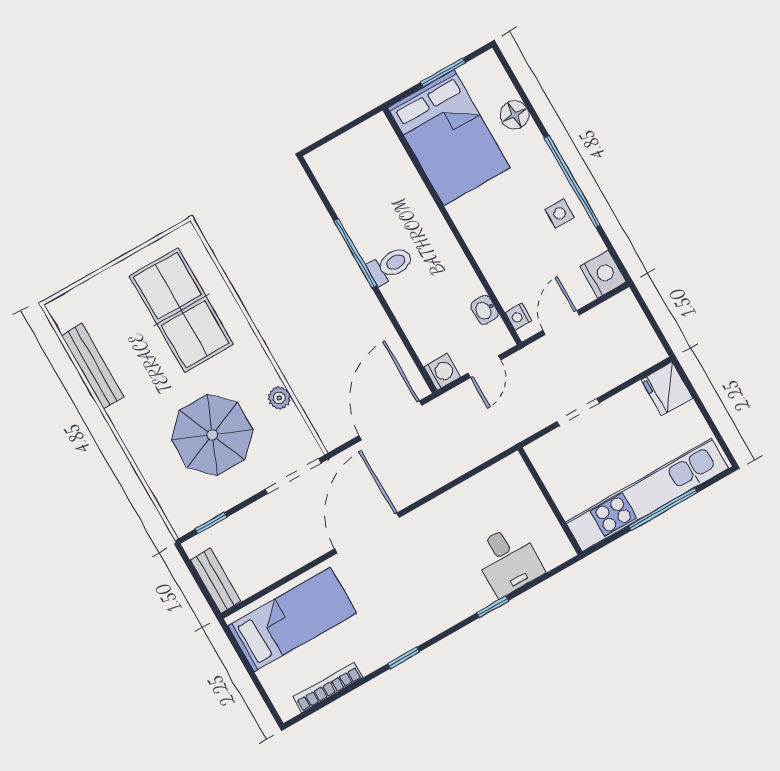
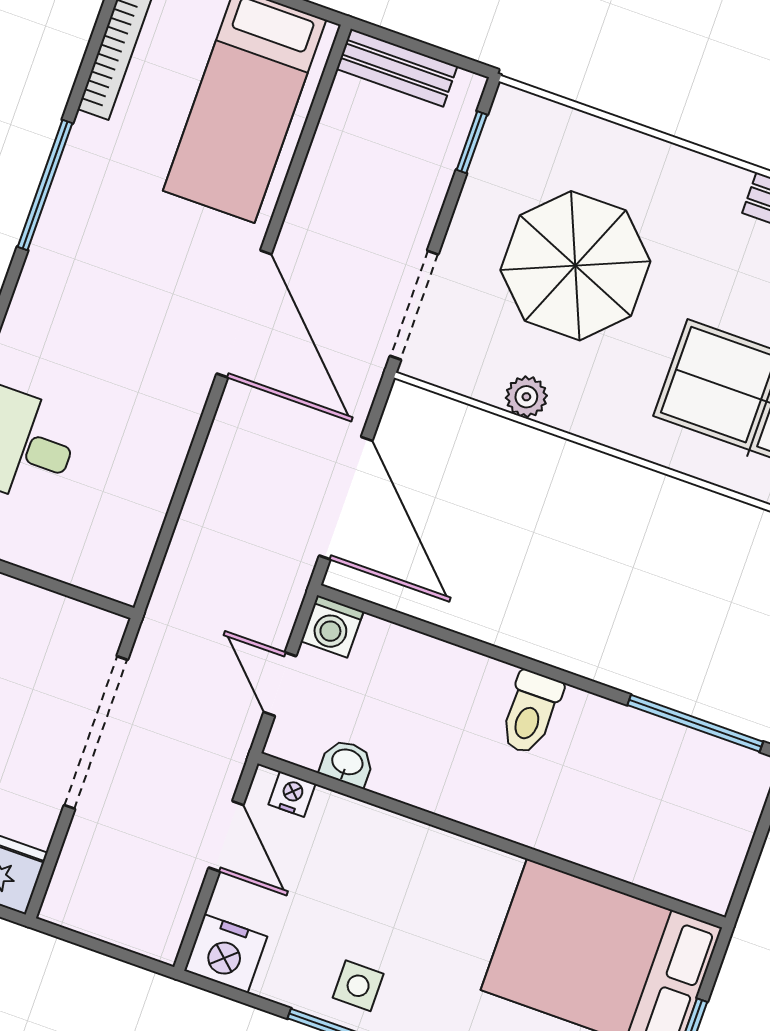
window: (355, 253) -> (695, 723), moved
doorway: (578, 412) -> (96, 733), width x1.88
window: (404, 658) -> (45, 185), width x2.17

